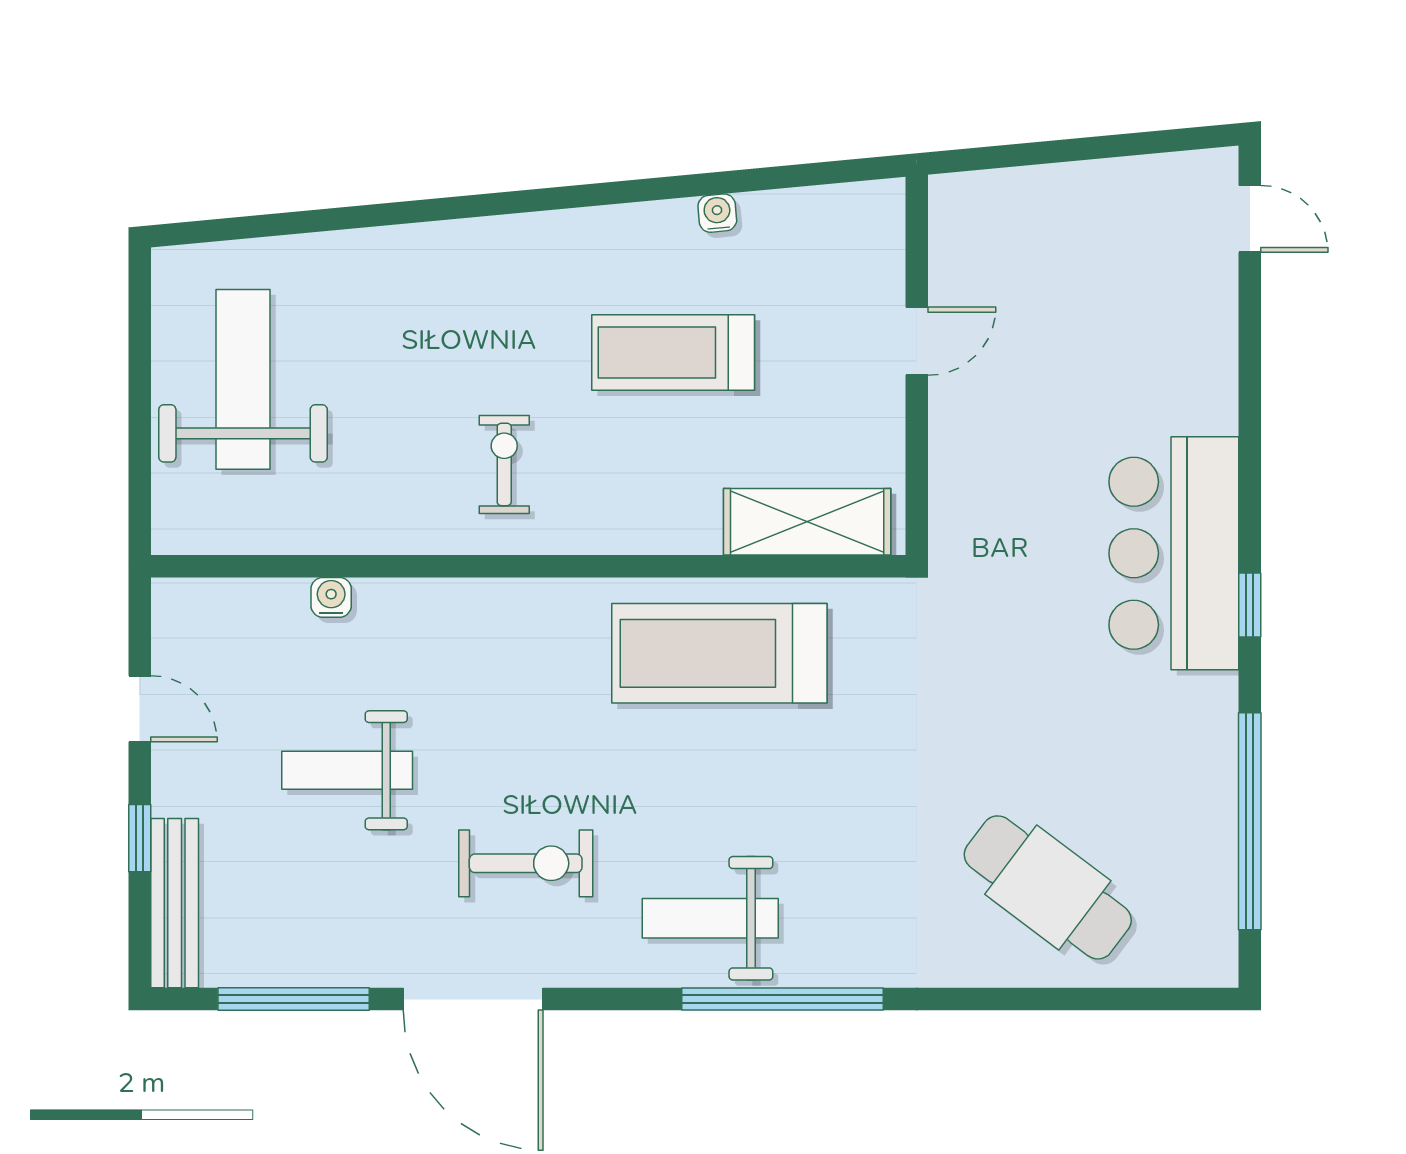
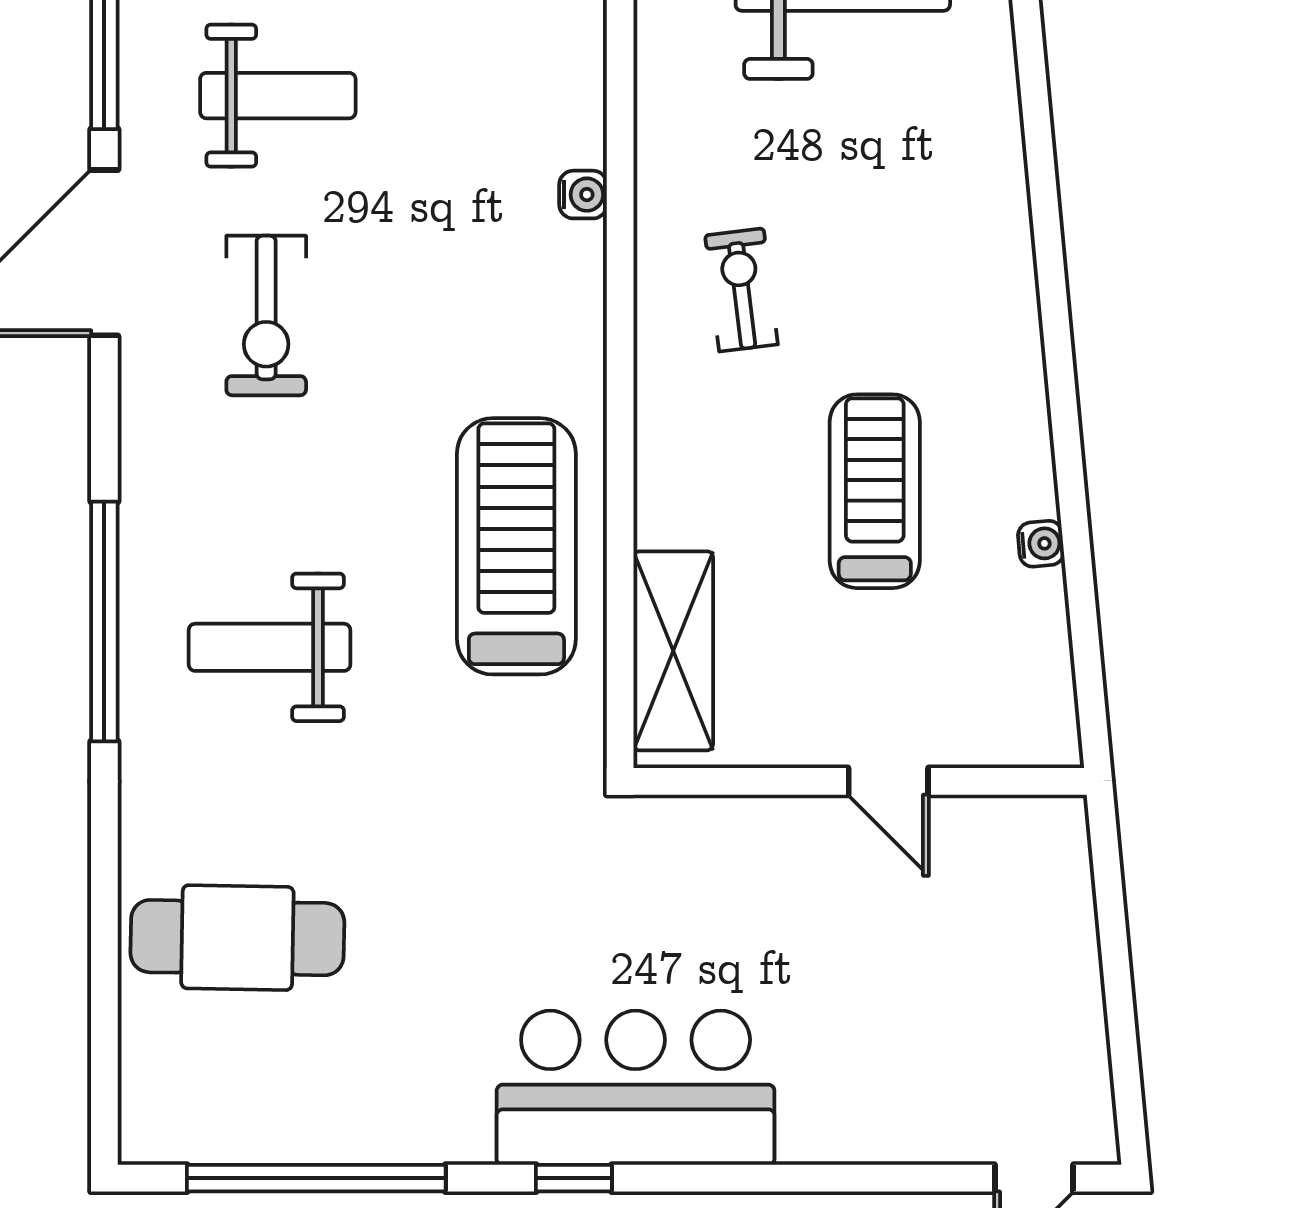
exercise bike: (504, 464) -> (741, 290), turned -97
water cooler: (331, 597) -> (583, 195), moved
weight bench: (347, 770) -> (278, 96), moved, turned 90
cafe table: (1048, 887) -> (237, 938), turned 54
weight bench: (710, 918) -> (270, 647), moved, turned -90

